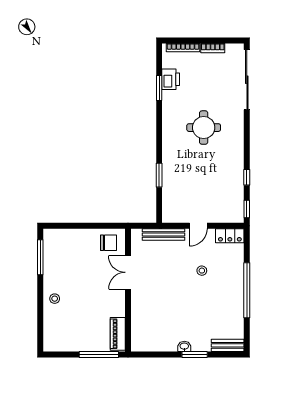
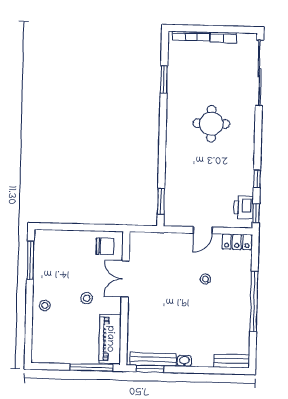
printer: (171, 79) -> (244, 207), moved, turned 180
window: (159, 175) -> (161, 201), moved
bench: (163, 234) -> (153, 359), moved
stool: (93, 291) -> (87, 298), added
piano: (118, 334) -> (110, 339), width x1.37, depth x1.33
window: (195, 354) -> (150, 369), moved

